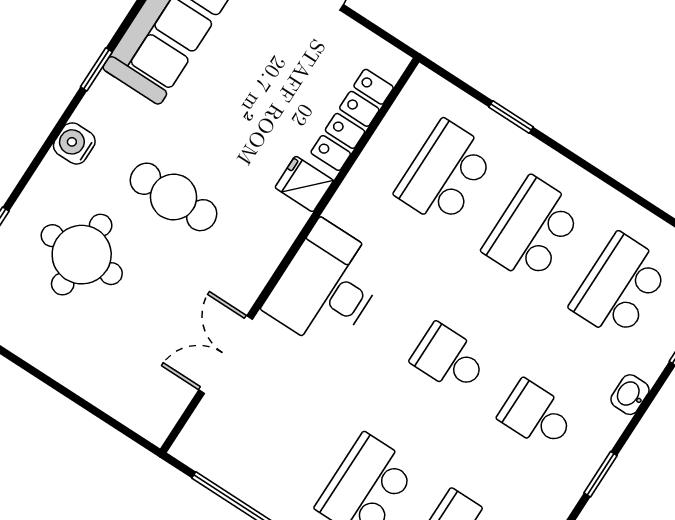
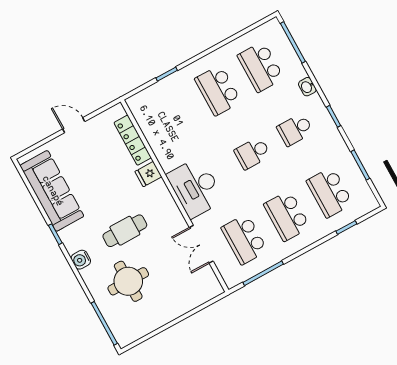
school desk: (445, 173) -> (244, 239), moved

